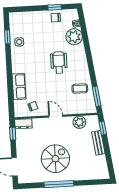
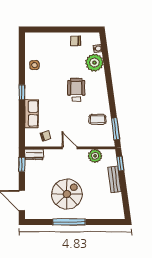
window: (55, 7) -> (75, 30), removed
window: (7, 37) -> (22, 92), moved

